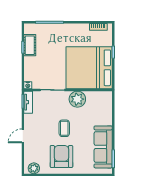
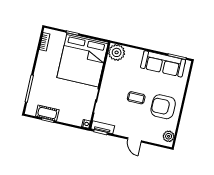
plant: (77, 99) -> (117, 52), moved

